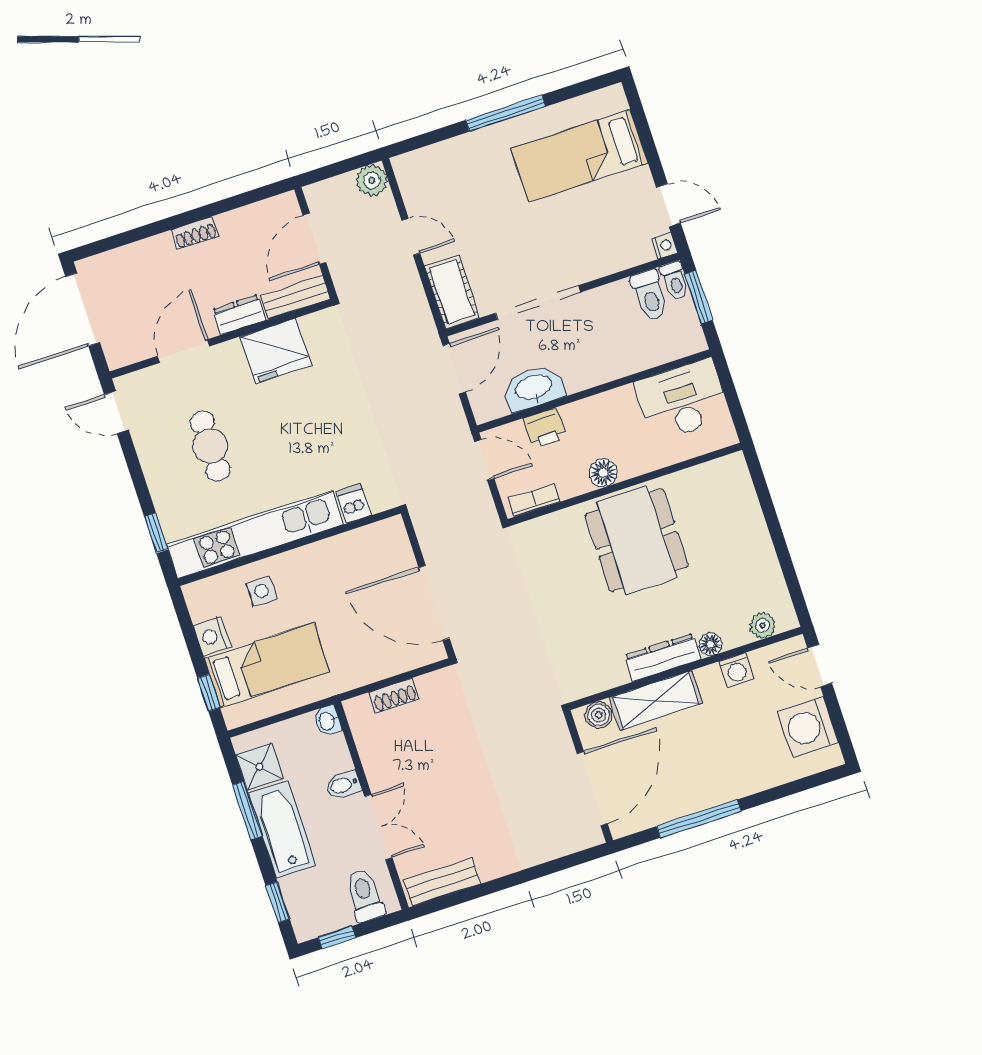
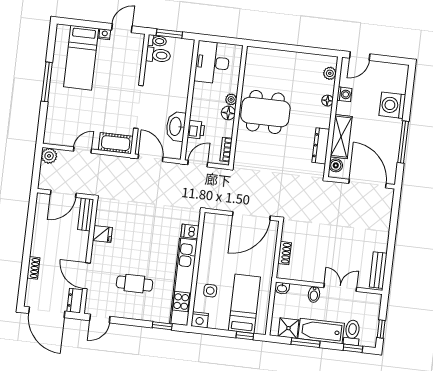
shoe rack: (195, 233) -> (33, 268), moved
door: (314, 239) -> (63, 194), hinge flipped
nightstand: (664, 246) -> (105, 34), moved
dresser: (239, 315) -> (75, 301), moved
fridge: (276, 351) -> (102, 234), width x0.53, depth x0.75
plant: (630, 467) -> (231, 99), added
nightstand: (212, 636) -> (200, 320), moved
dresser: (663, 657) -> (321, 146), moved
washing machine: (808, 727) -> (392, 105), moved, turned 90
toilet: (365, 895) -> (352, 333), moved, turned 90

